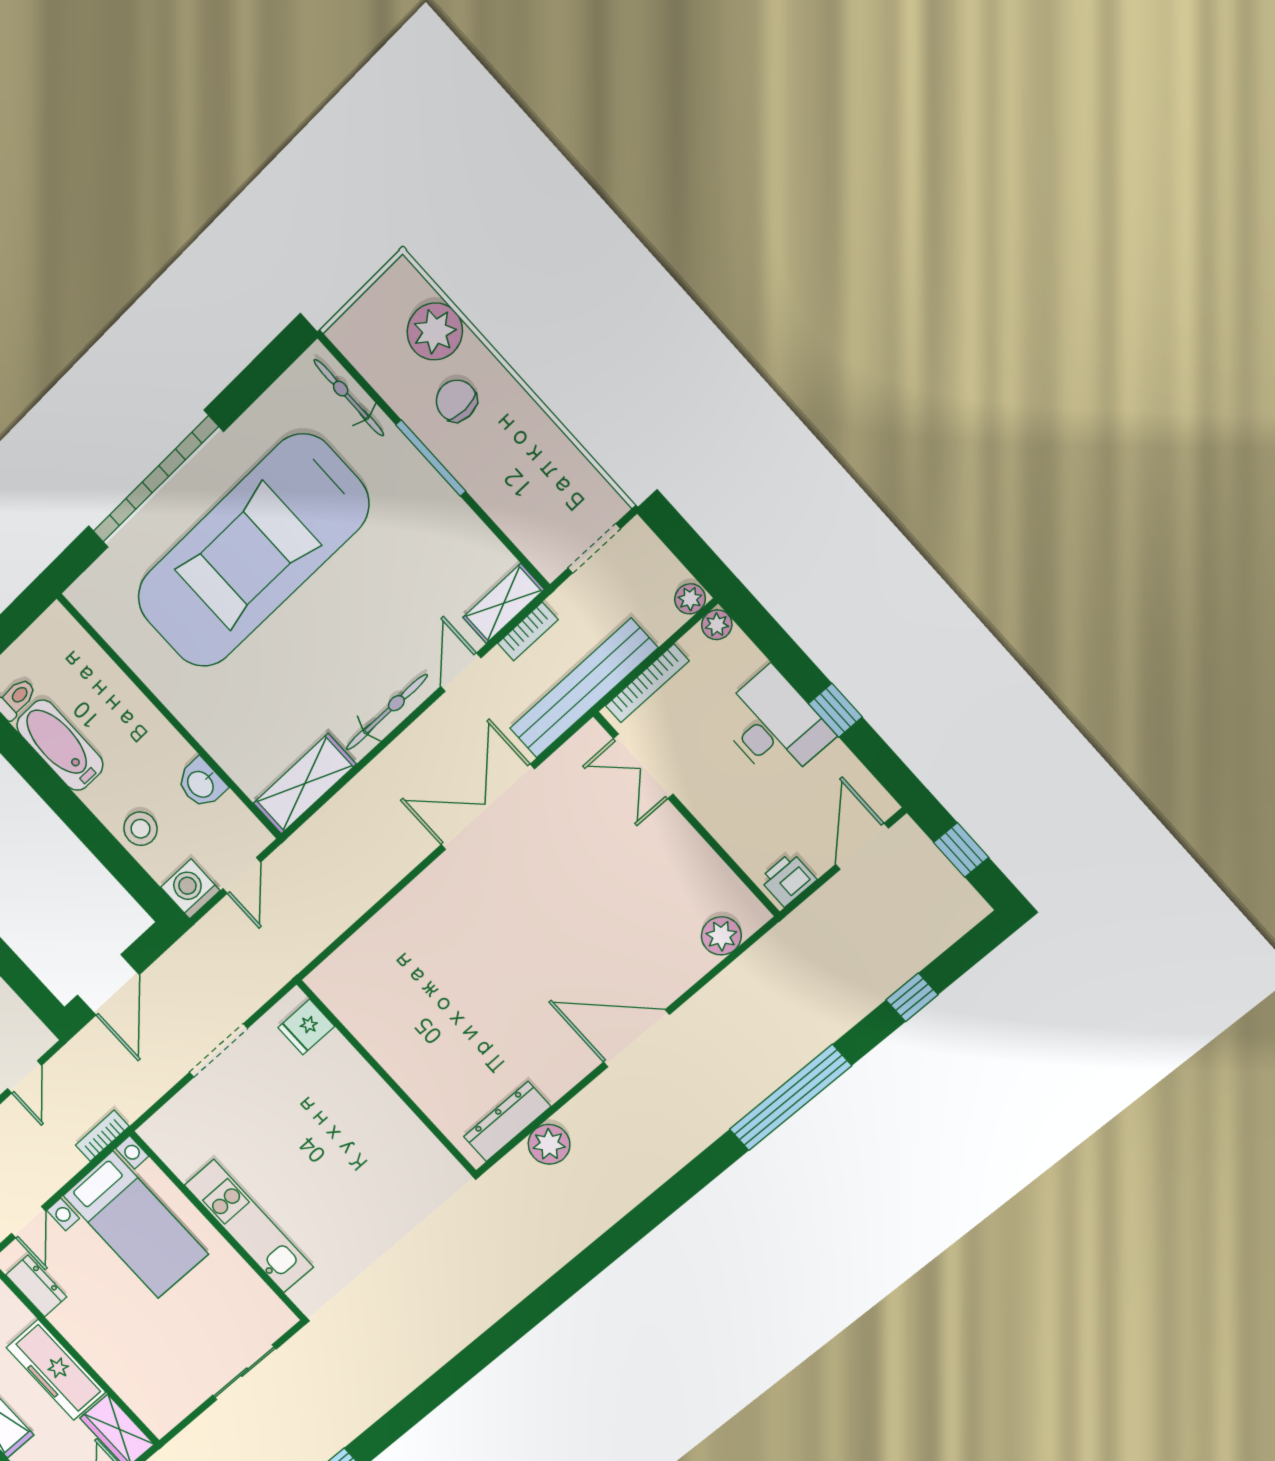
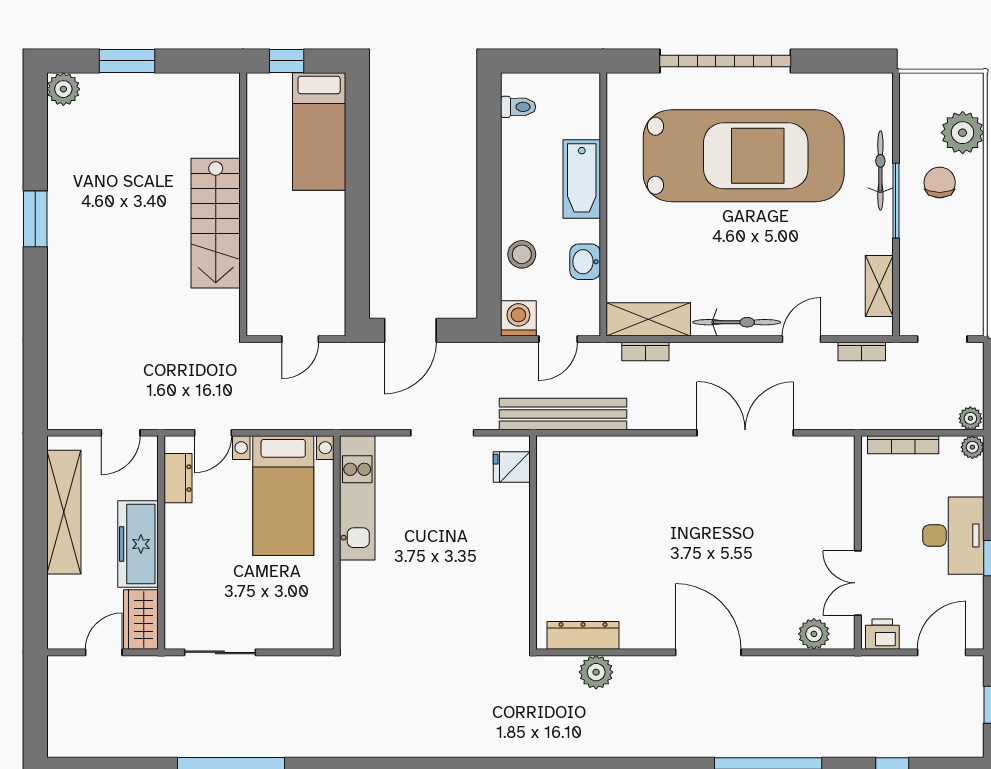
bicycle: (349, 398) -> (880, 170), moved
car: (252, 551) -> (744, 156), turned 180
shelving: (504, 603) -> (879, 286), moved, turned 90
bench: (583, 688) -> (563, 414), moved
bathtub: (60, 745) -> (582, 179), moved, turned 180
double door: (643, 766) -> (858, 583), moved
bookcase: (102, 1136) -> (645, 351), moved, turned 180
kitchen unit: (249, 1226) -> (357, 498), moved
sliding door: (244, 1372) -> (220, 652), moved

